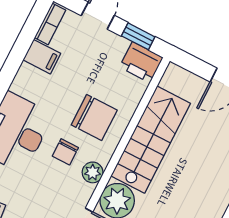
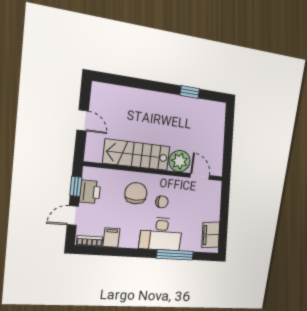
printer: (141, 62) -> (90, 192), moved
plant: (93, 172) -> (168, 182), removed

